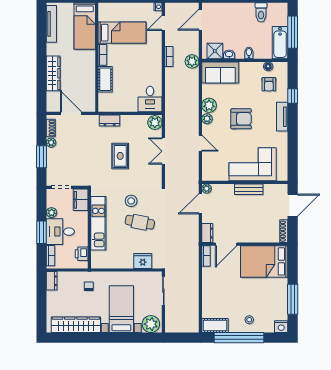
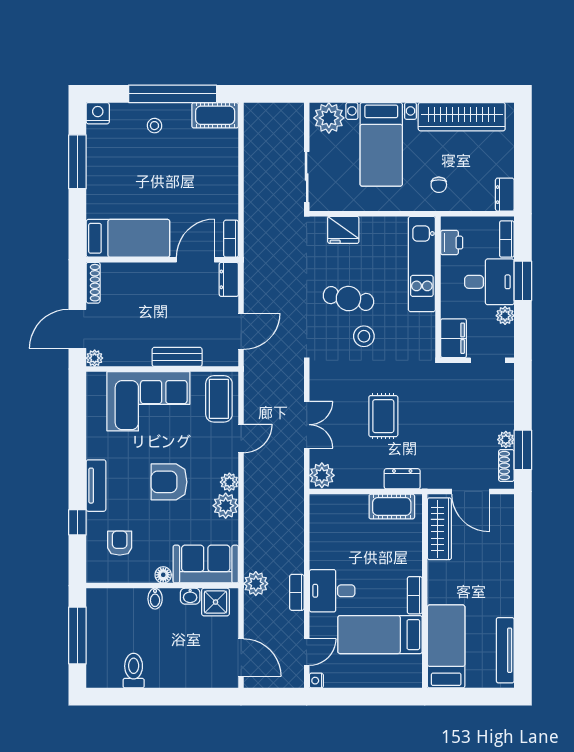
door: (200, 20) -> (241, 658), hinge flipped
bathtub: (280, 43) -> (100, 617), removed
floor lamp: (268, 66) -> (163, 575), moved
wardrobe: (53, 73) -> (439, 529), moved, turned 180
cot: (105, 79) -> (392, 507), moved, turned 90
desk: (150, 99) -> (332, 591), moved, turned -90
door: (200, 143) -> (241, 439), swing flipped
window: (41, 157) -> (523, 450), moved
coffee table: (213, 166) -> (219, 399), added
plant: (207, 189) -> (95, 358), moved
bench: (249, 189) -> (177, 357), moved
kitchen unit: (98, 223) -> (422, 264), moved
bed: (264, 261) -> (128, 238), width x0.67

